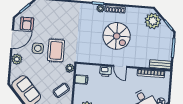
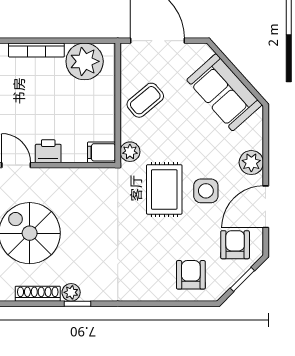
armchair: (47, 12) -> (191, 275), added
filing cabinet: (81, 79) -> (102, 152), moved

